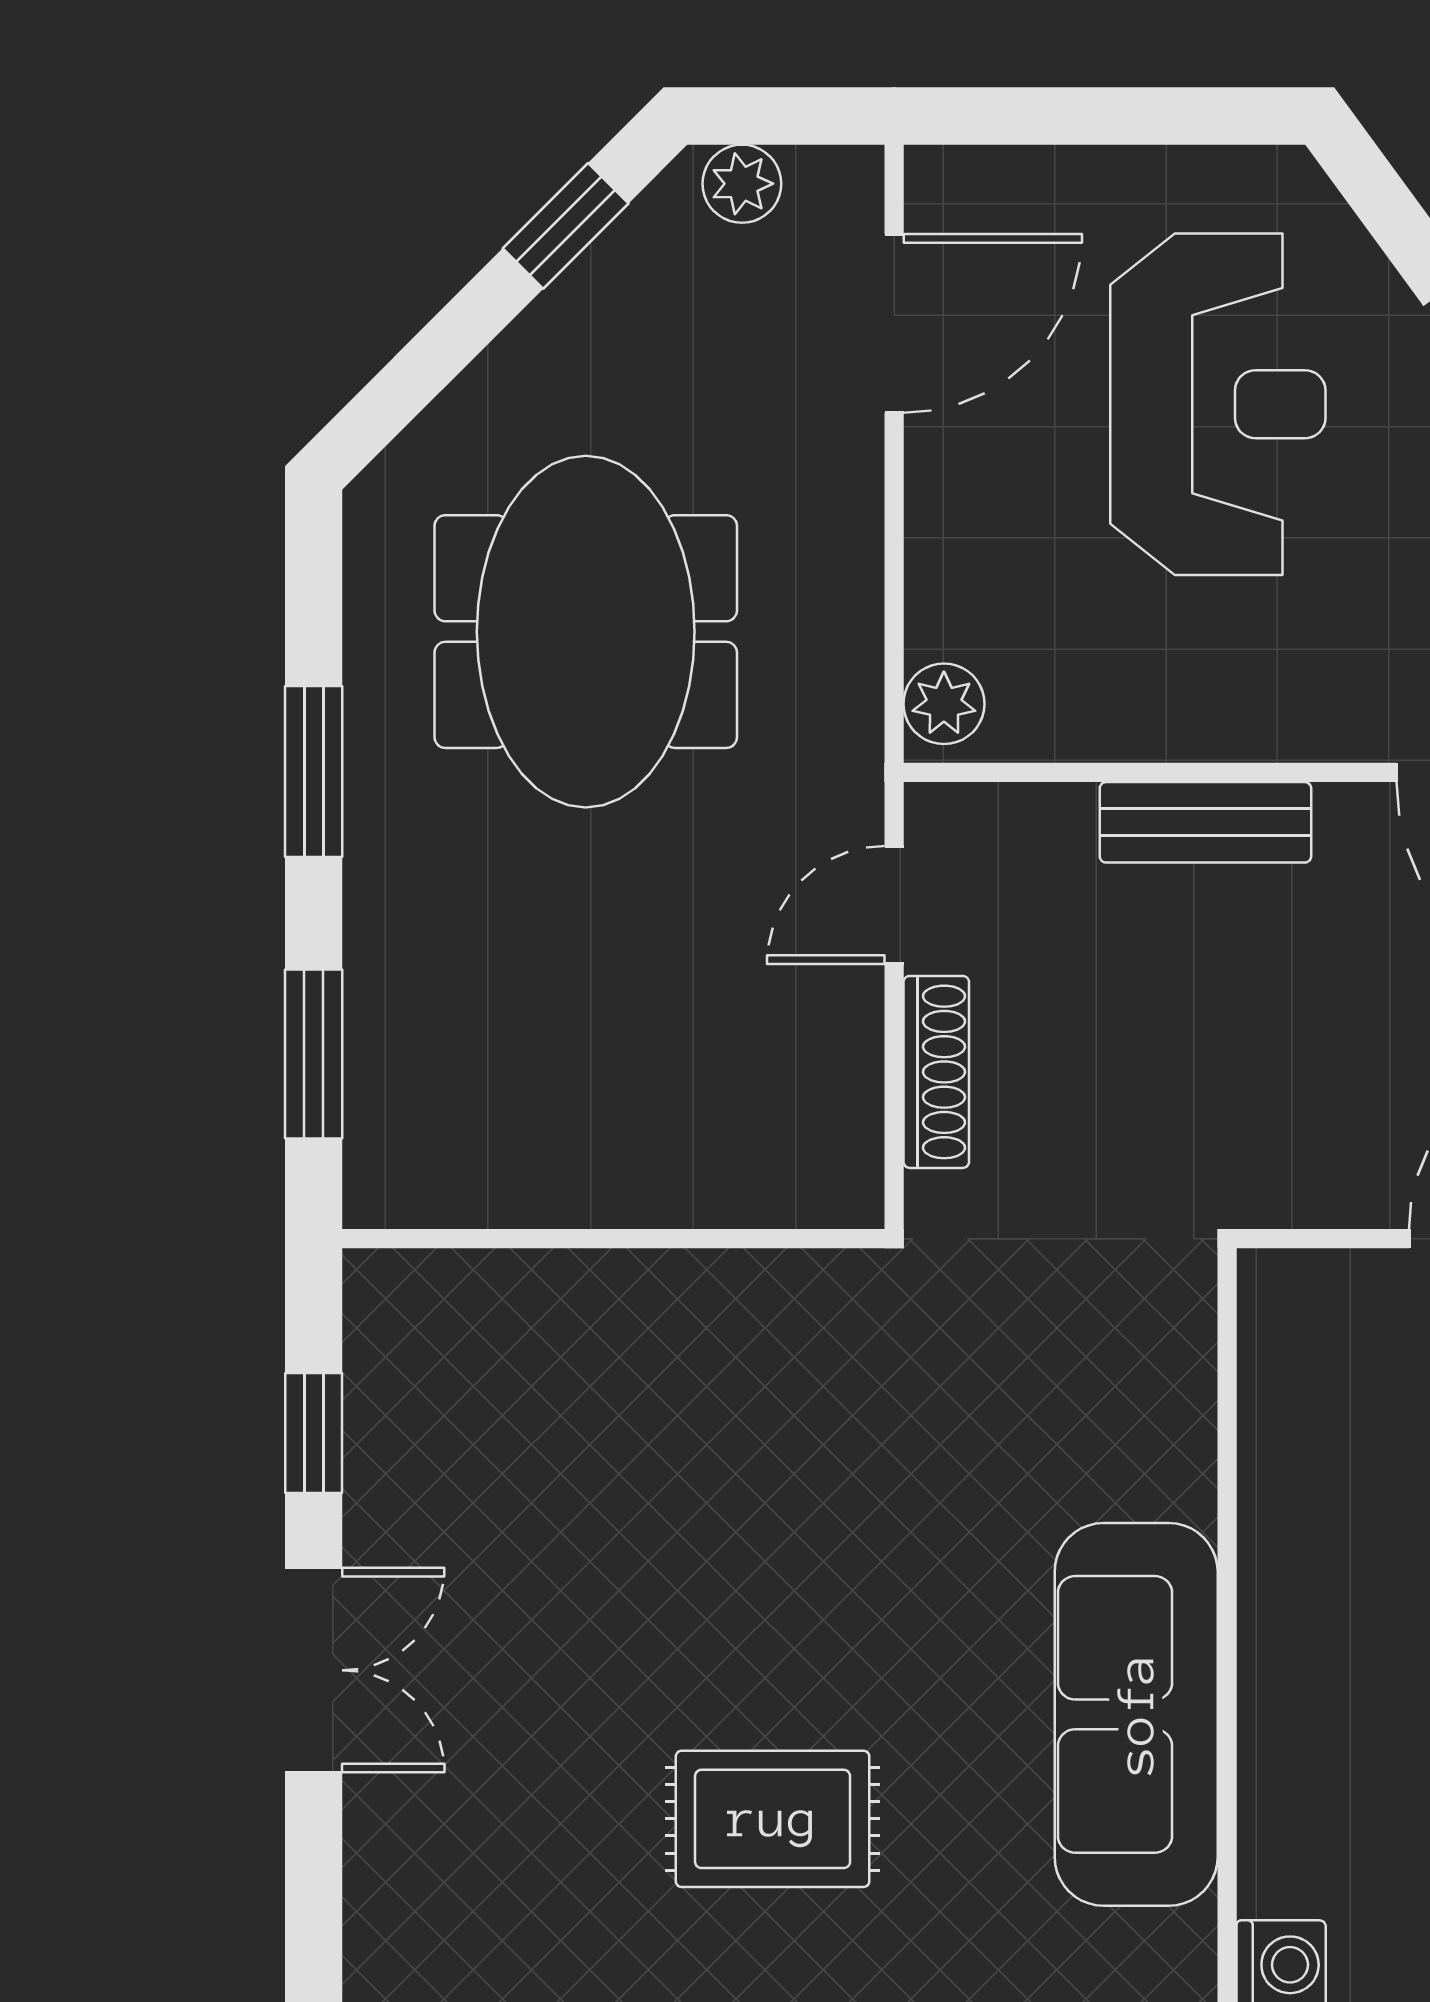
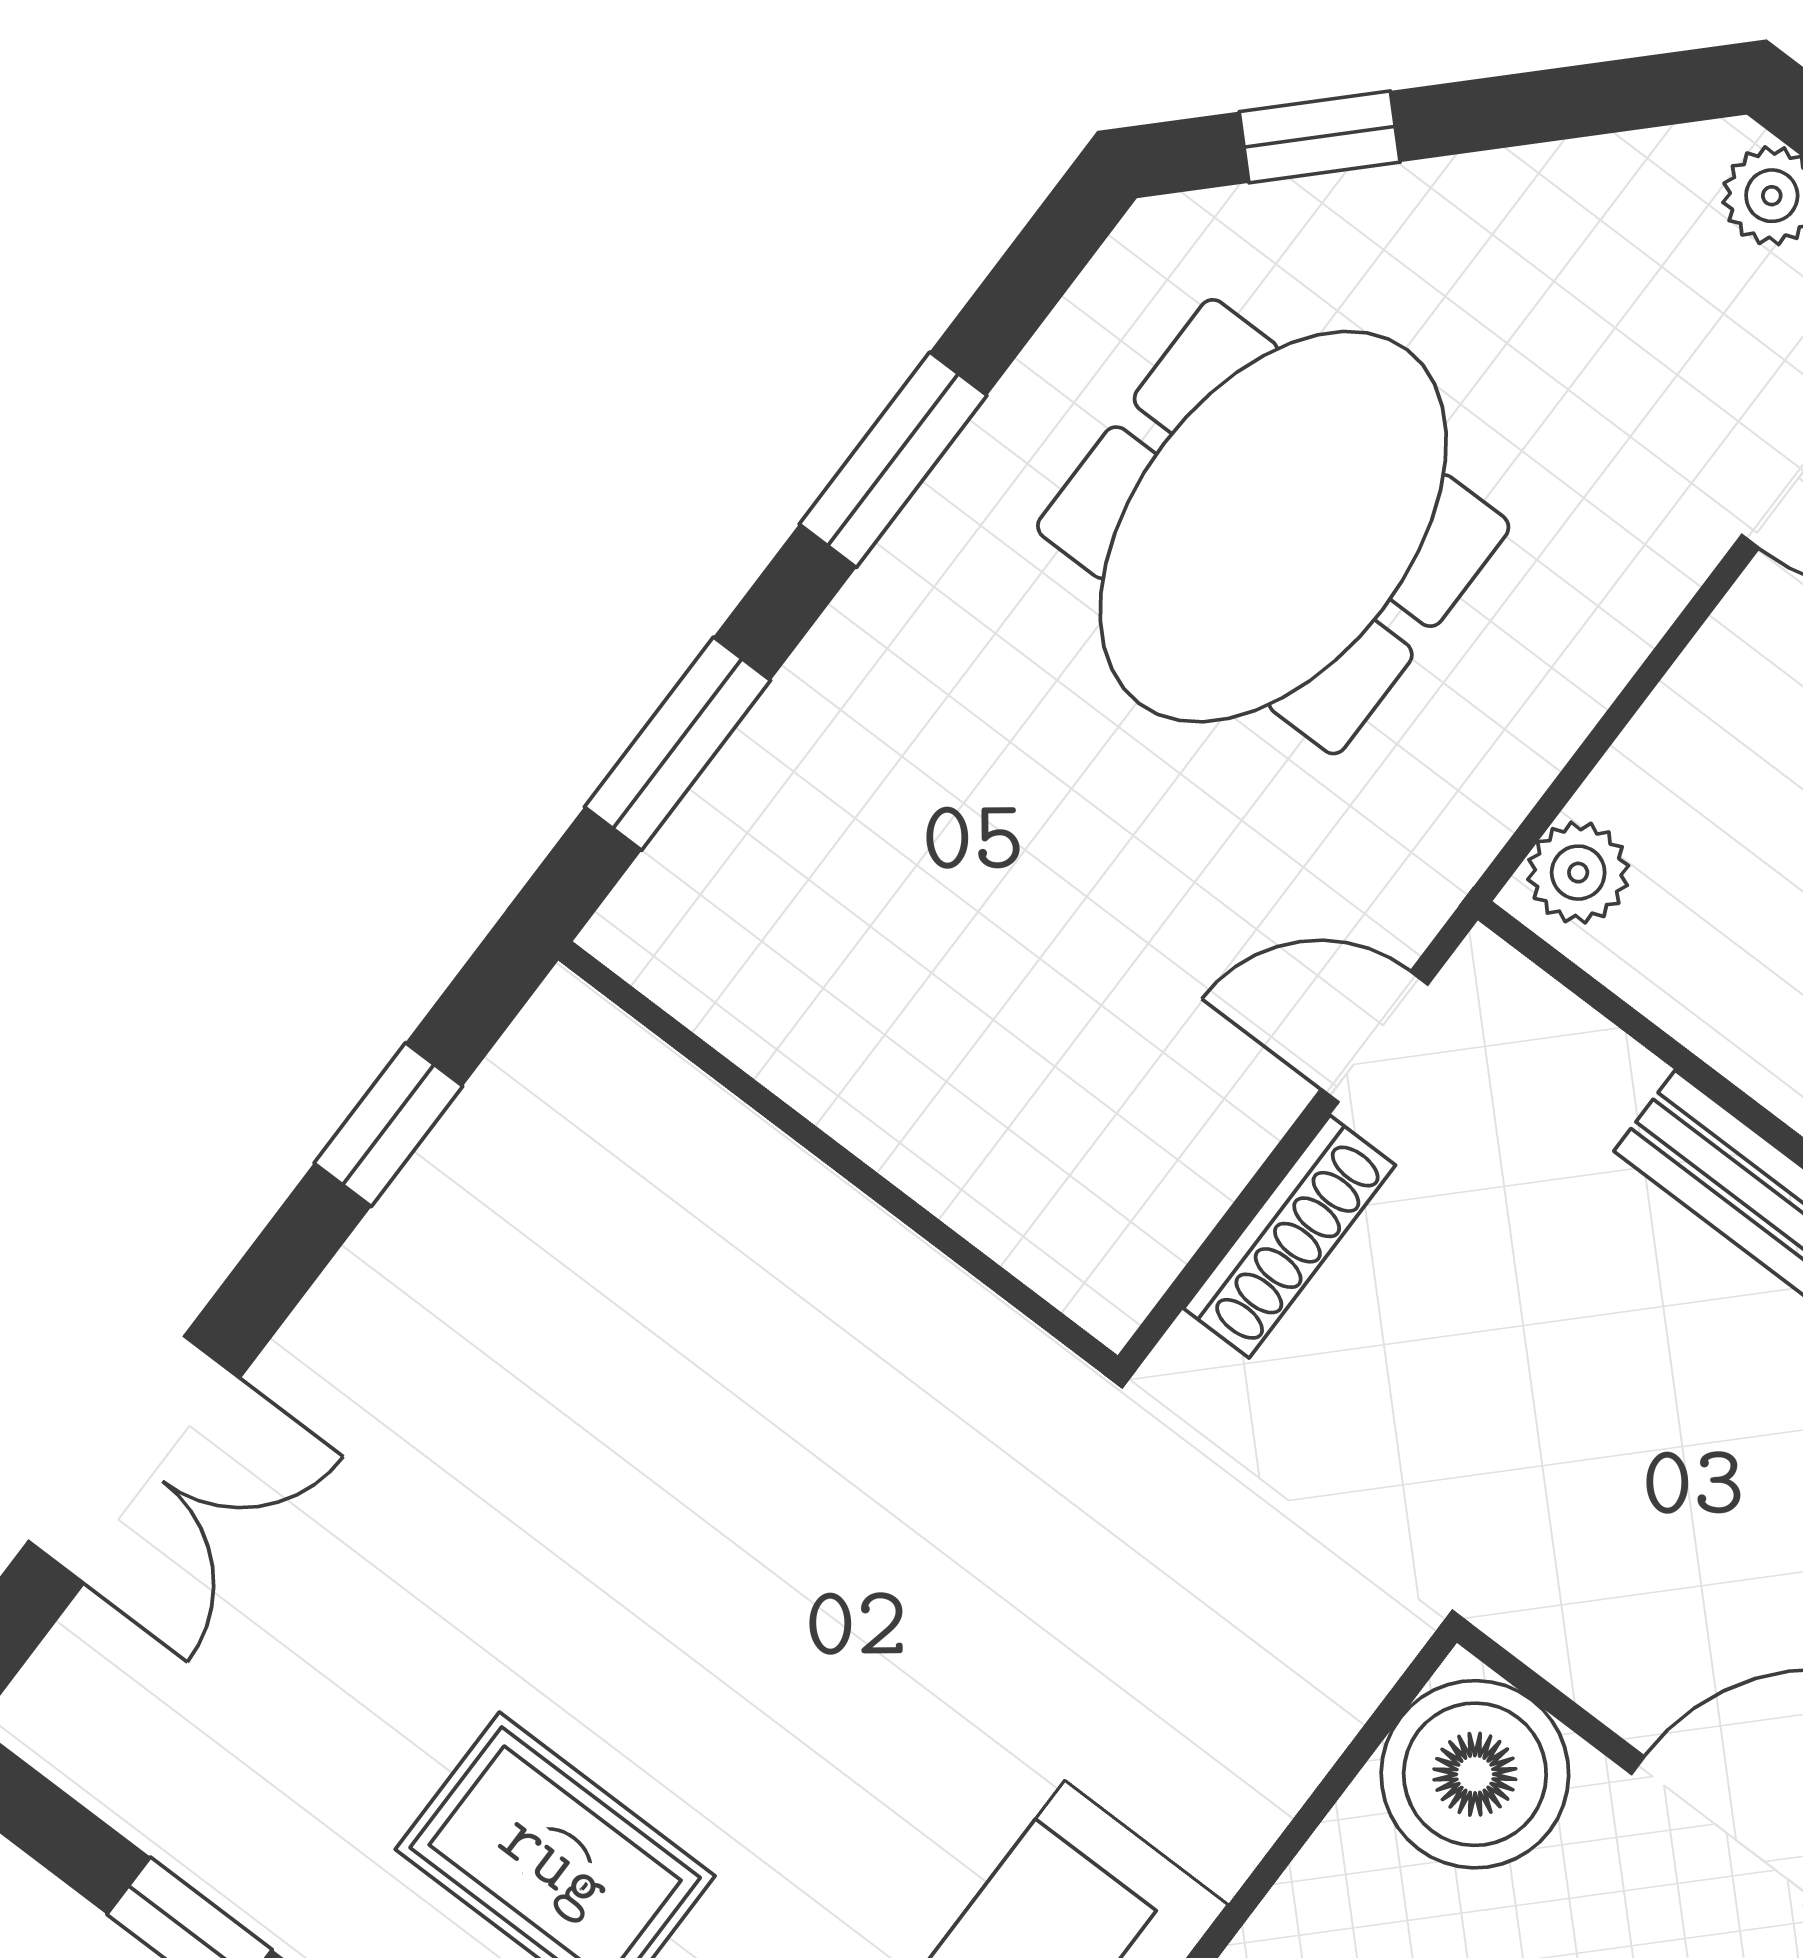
window: (566, 226) -> (1320, 137), moved
boiler: (1311, 1322) -> (1475, 1774), added
double door: (314, 1670) -> (134, 1460), moved

